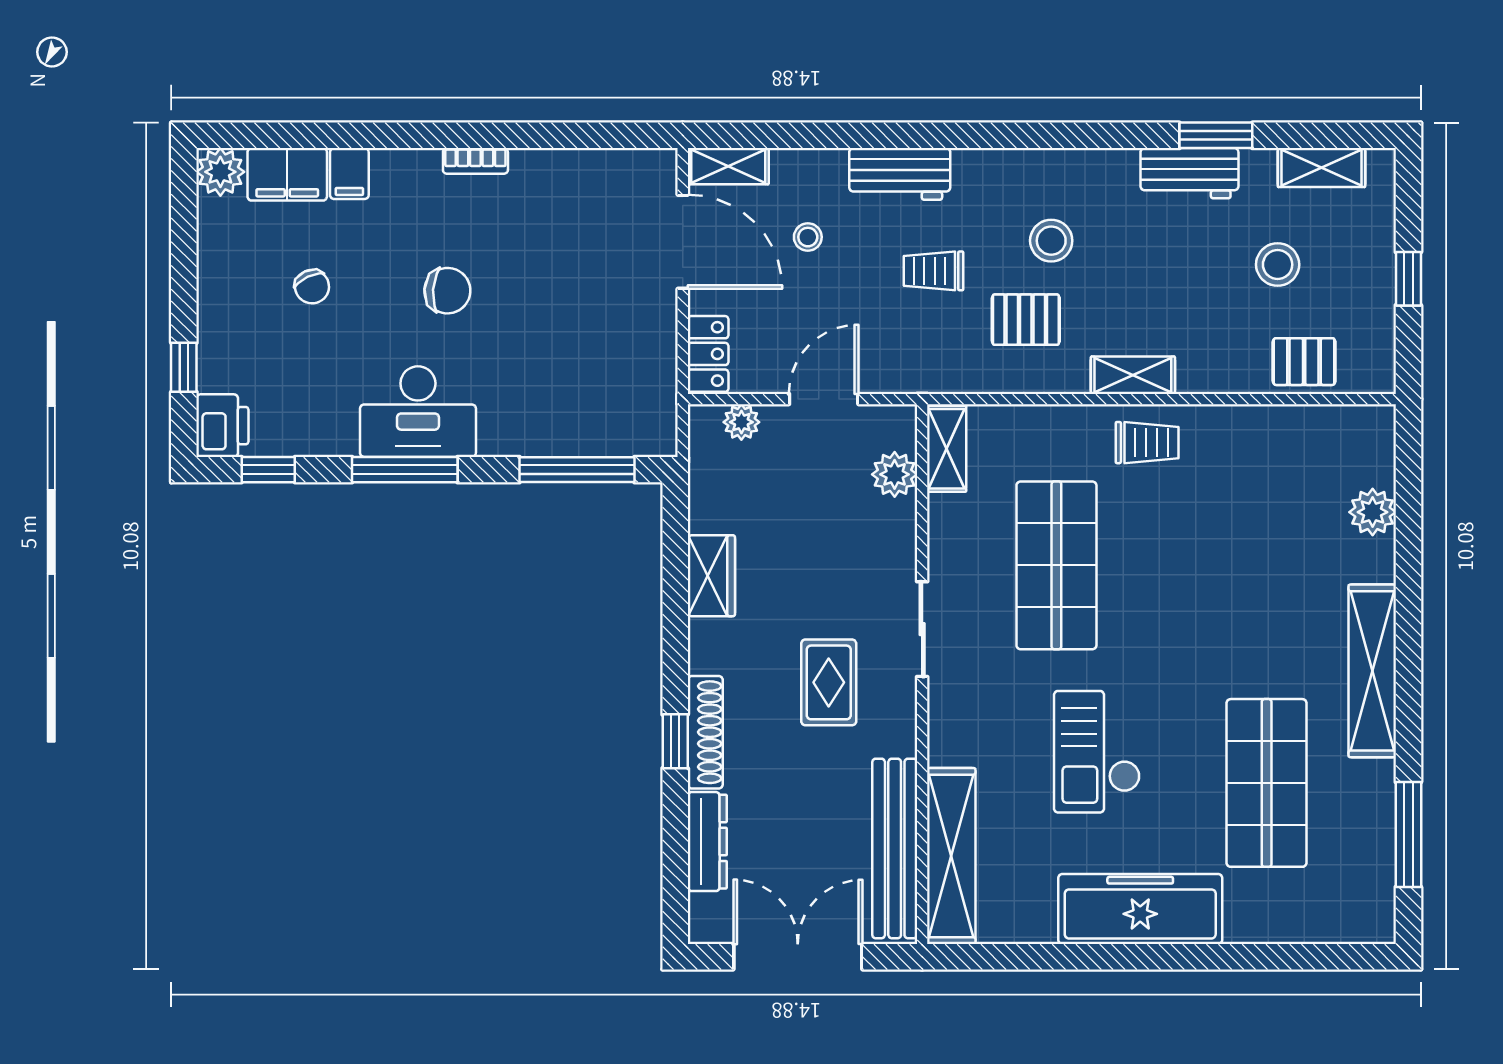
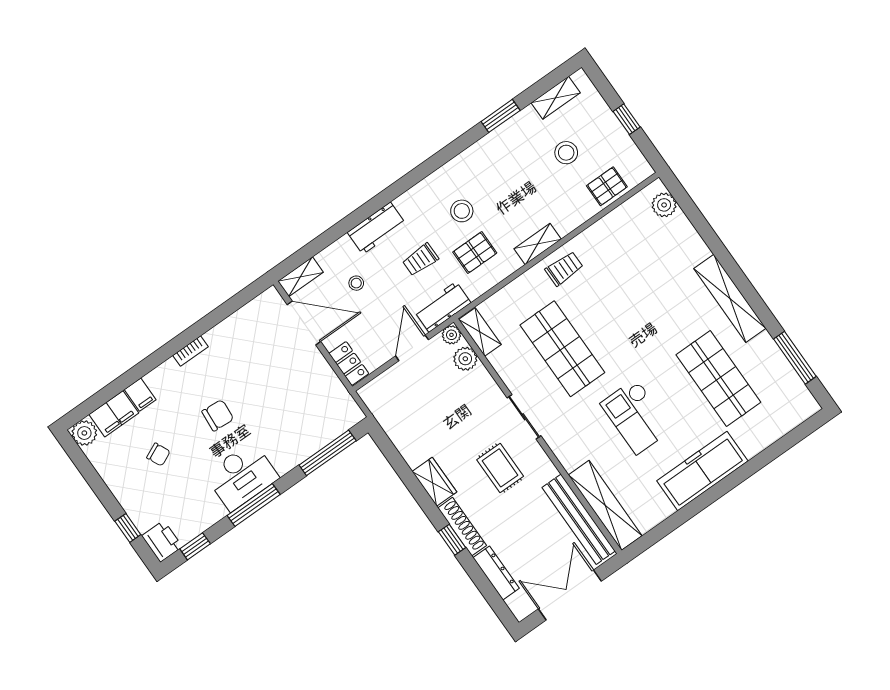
workbench: (1189, 173) -> (443, 307), moved, turned 180
plant: (741, 422) -> (451, 335), moved
plant: (1373, 512) -> (664, 205), moved
wardrobe: (711, 576) -> (434, 482), moved

